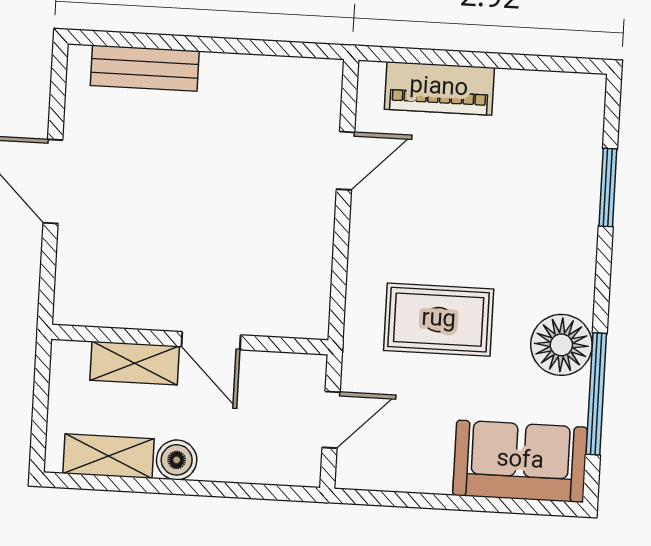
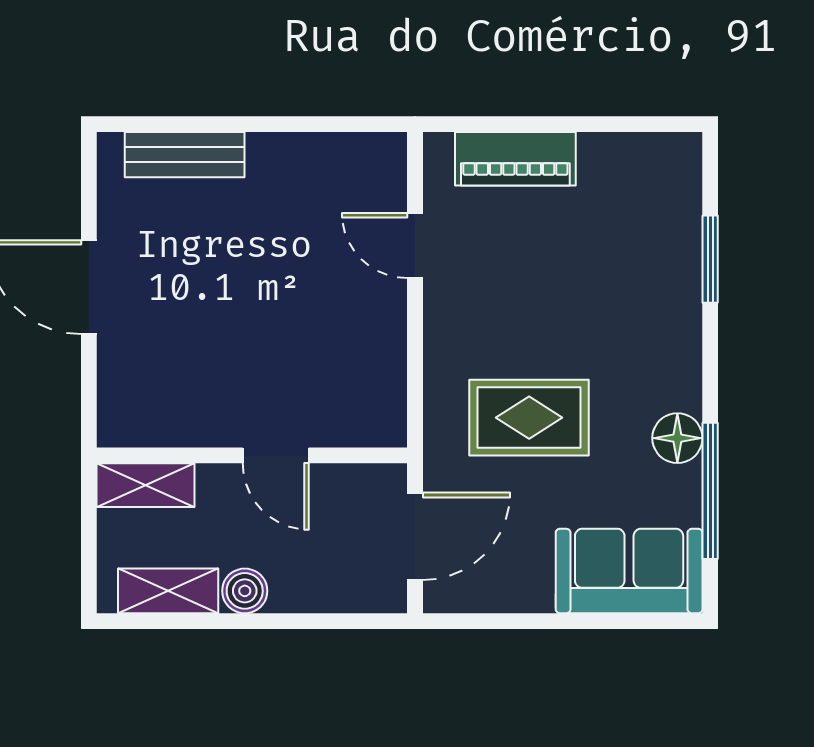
door: (346, 161) -> (415, 246), swing flipped
floor lamp: (561, 345) -> (677, 438), width x0.73, depth x0.73
shelving: (135, 363) -> (145, 485), moved
door: (331, 420) -> (415, 536), width x1.38

